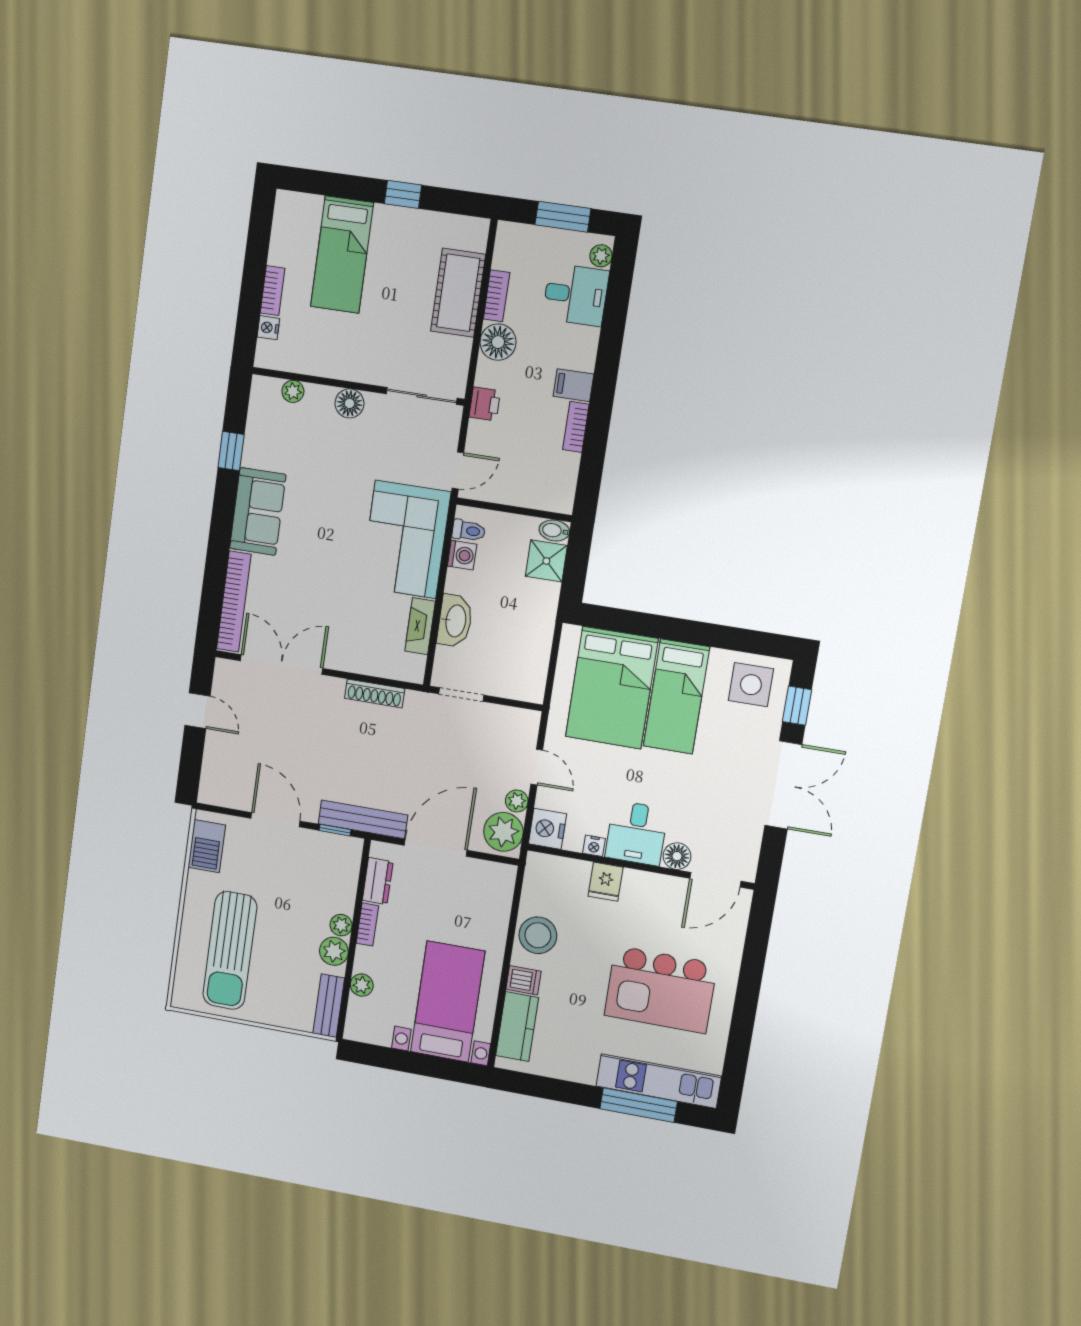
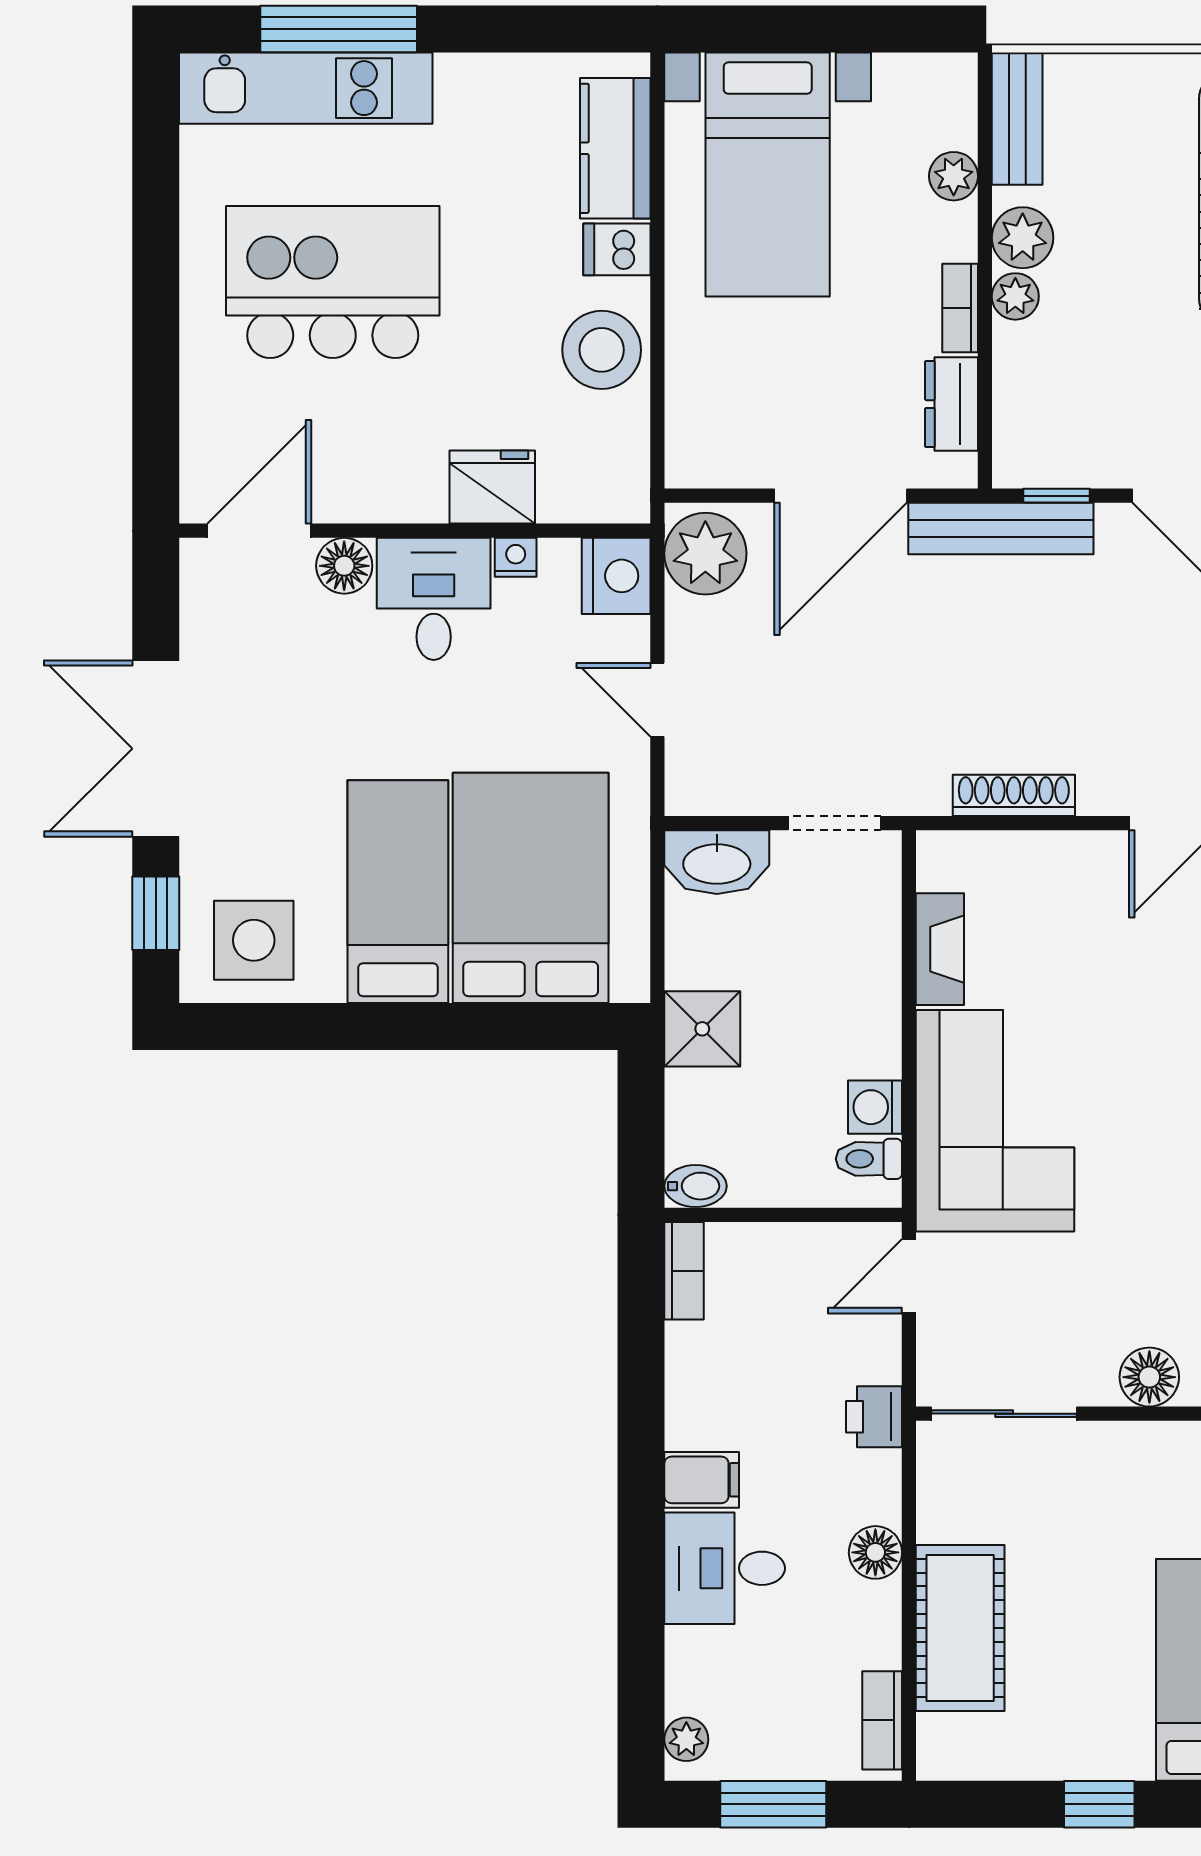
desk: (576, 295) -> (725, 1568), moved
bookcase: (496, 296) -> (882, 1720), moved
floor lamp: (498, 342) -> (875, 1552), width x0.73, depth x0.73
bookcase: (576, 427) -> (684, 1271), moved
shower: (546, 561) -> (702, 1029), moved
washbasin: (455, 621) -> (717, 862), moved, turned -90
plant: (517, 801) -> (688, 623), removed
fridge: (606, 882) -> (492, 487), width x1.38

